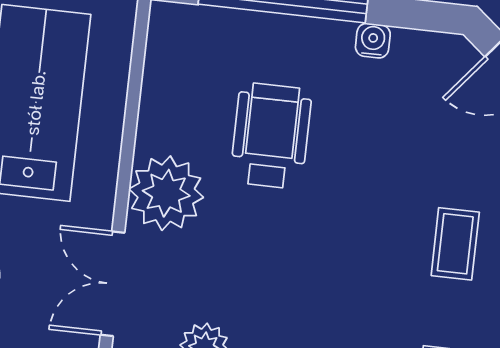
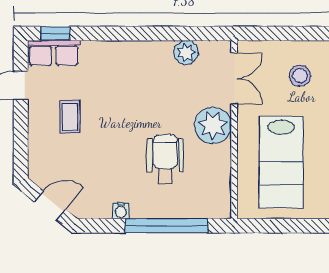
wheelchair: (271, 136) -> (165, 159), turned 180

